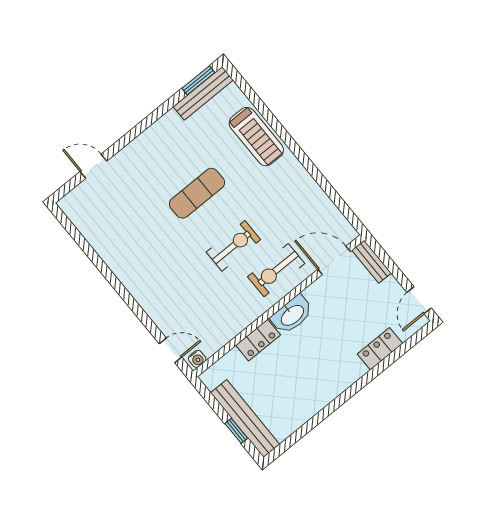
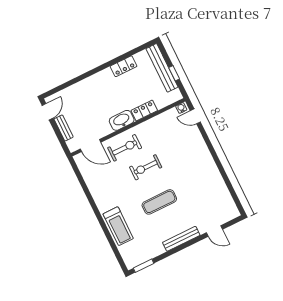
bench: (203, 93) -> (181, 239), moved
treadmill: (256, 137) -> (118, 226), turned 180
bench: (372, 262) -> (64, 128), moved
locker: (380, 349) -> (124, 66), moved
window: (236, 431) -> (174, 73), moved

